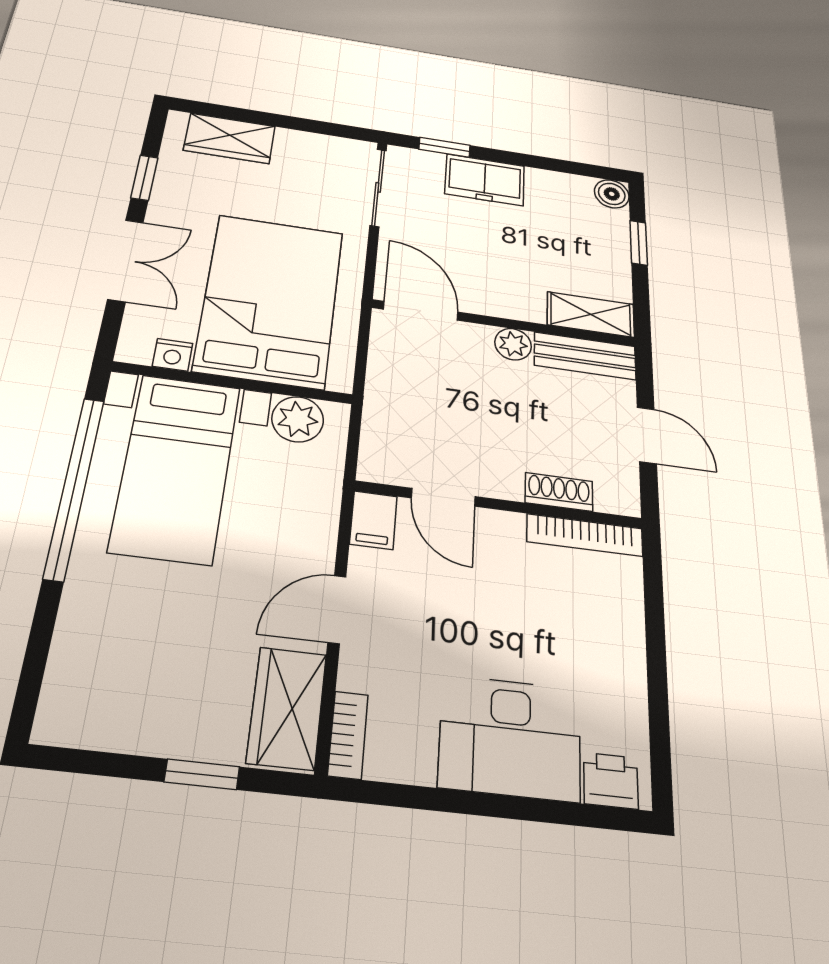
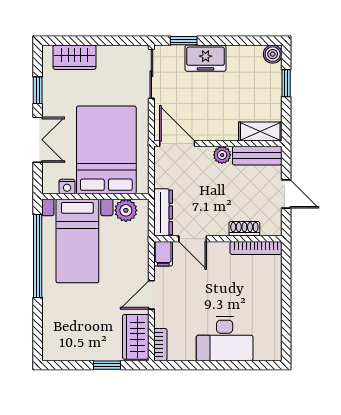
dresser: (381, 435) -> (163, 212), added
printer: (611, 781) -> (265, 351), removed

